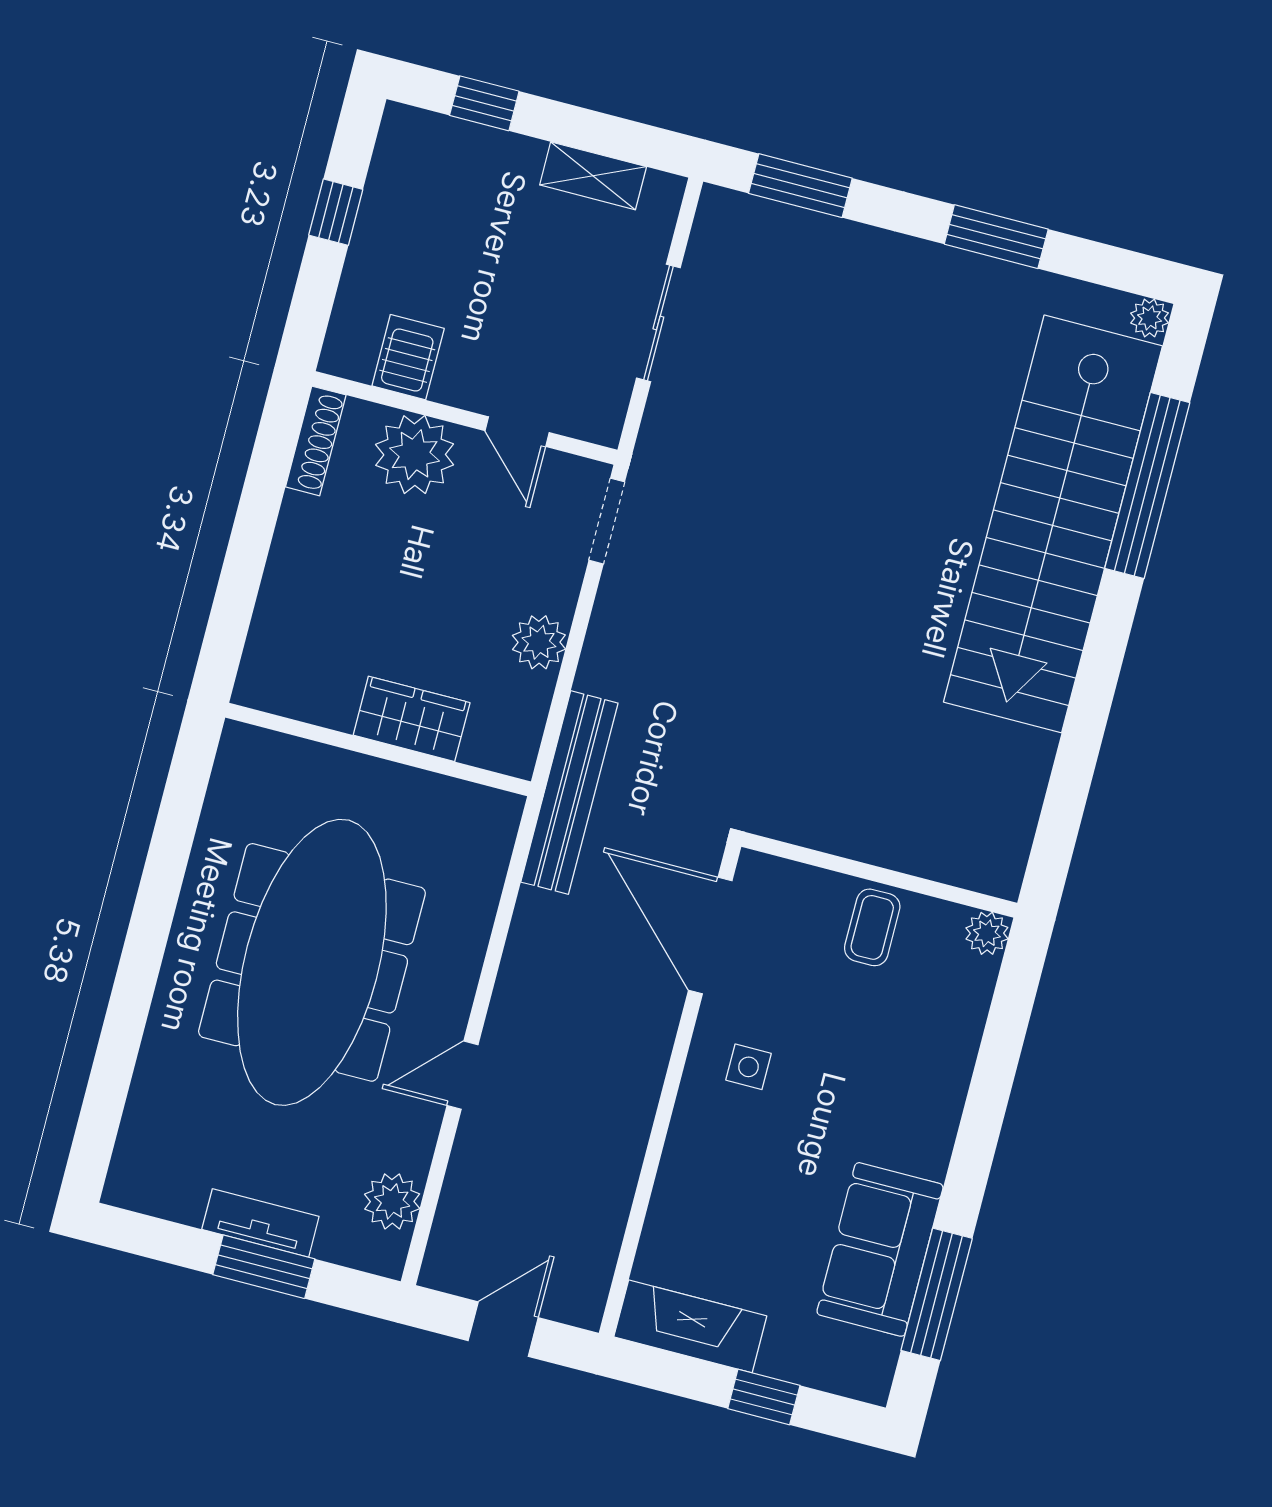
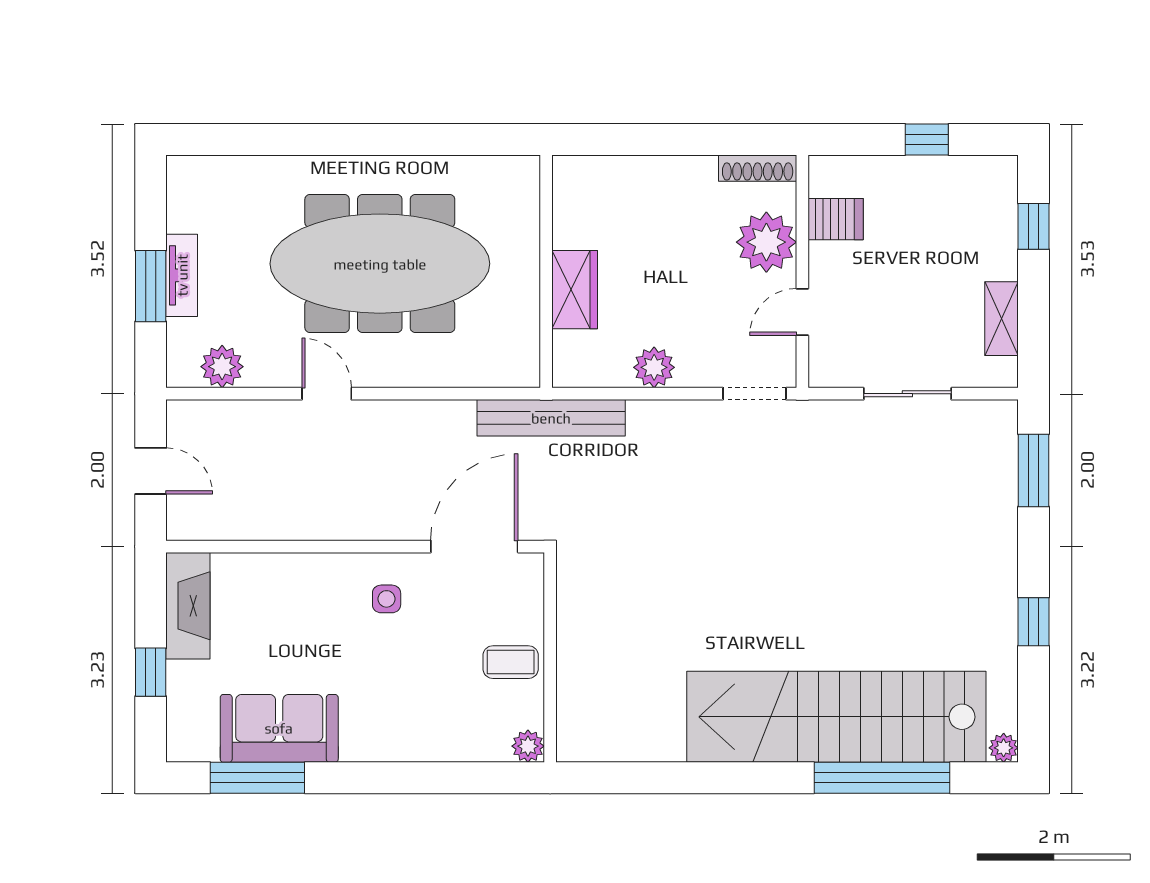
window: (996, 237) -> (1033, 622), width x0.67

